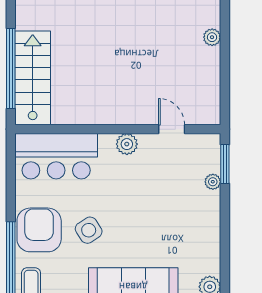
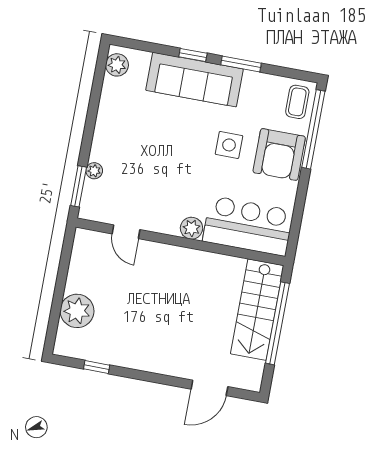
plant: (212, 37) -> (77, 311), width x1.87, depth x1.87
plant: (127, 144) -> (192, 228), moved
side table: (89, 230) -> (229, 145), turned 33

